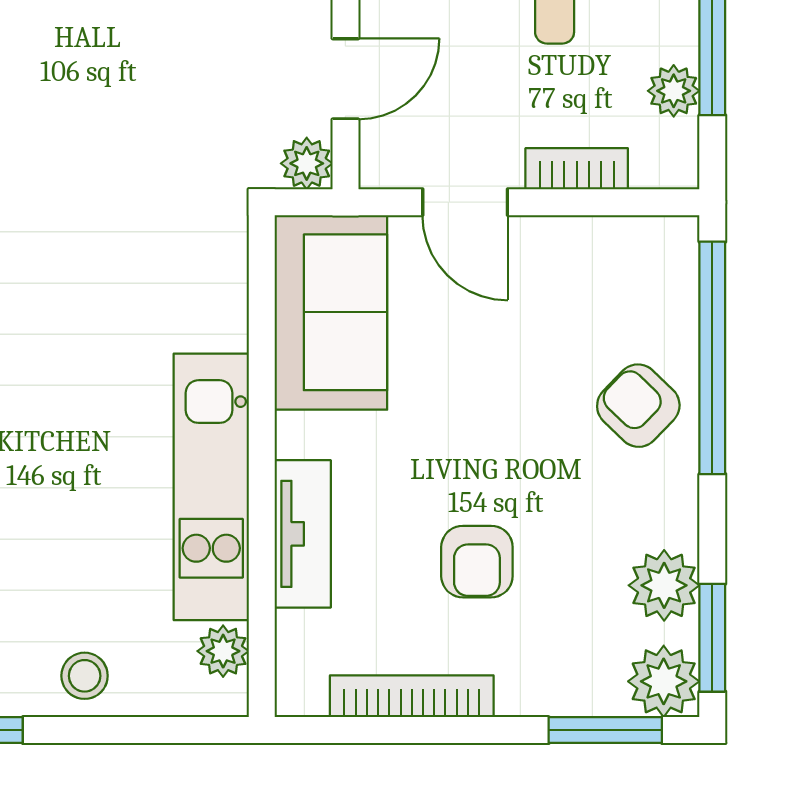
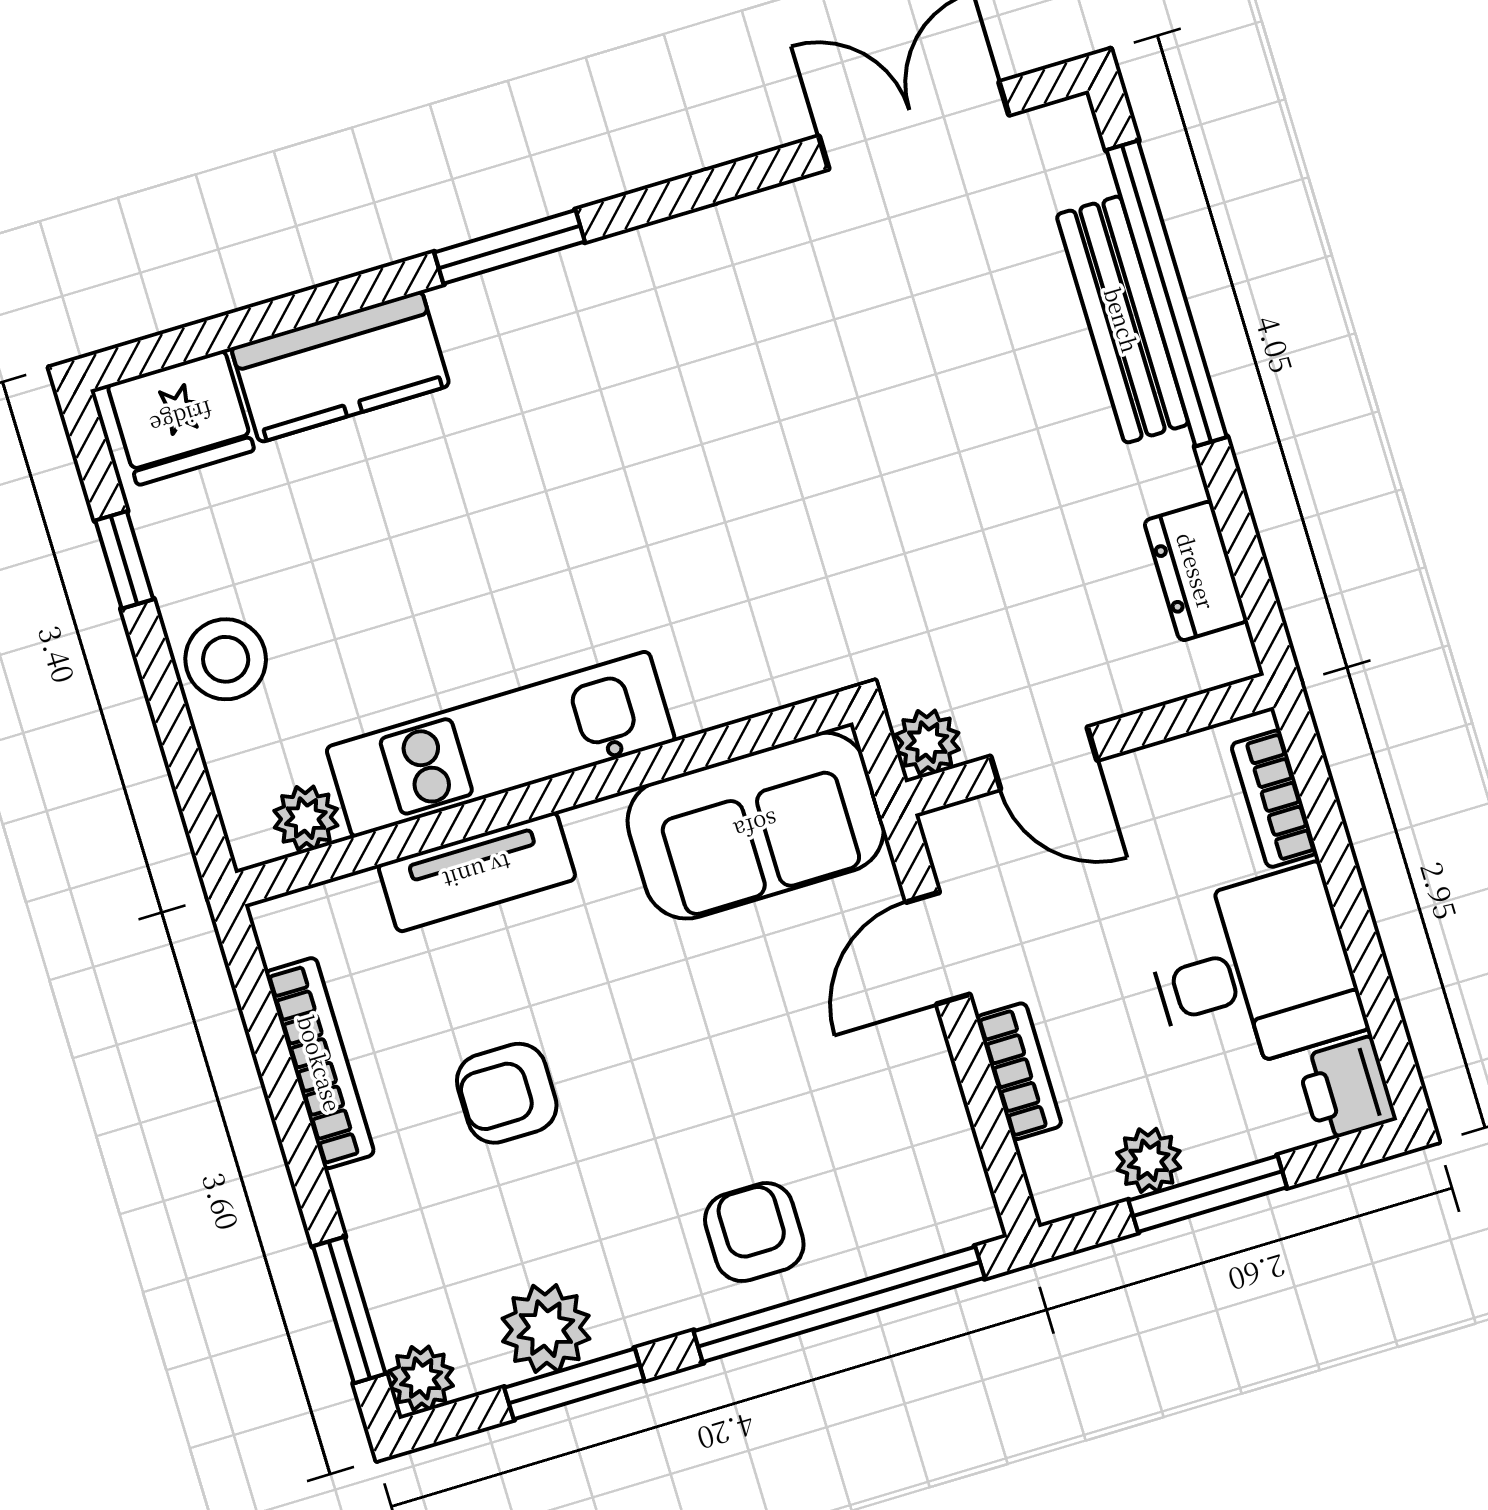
armchair: (638, 406) -> (754, 1232), turned -44
window: (712, 638) -> (574, 1384), moved
stool: (85, 676) -> (226, 659), width x1.37, depth x1.37
plant: (664, 681) -> (421, 1378), width x0.73, depth x0.73

